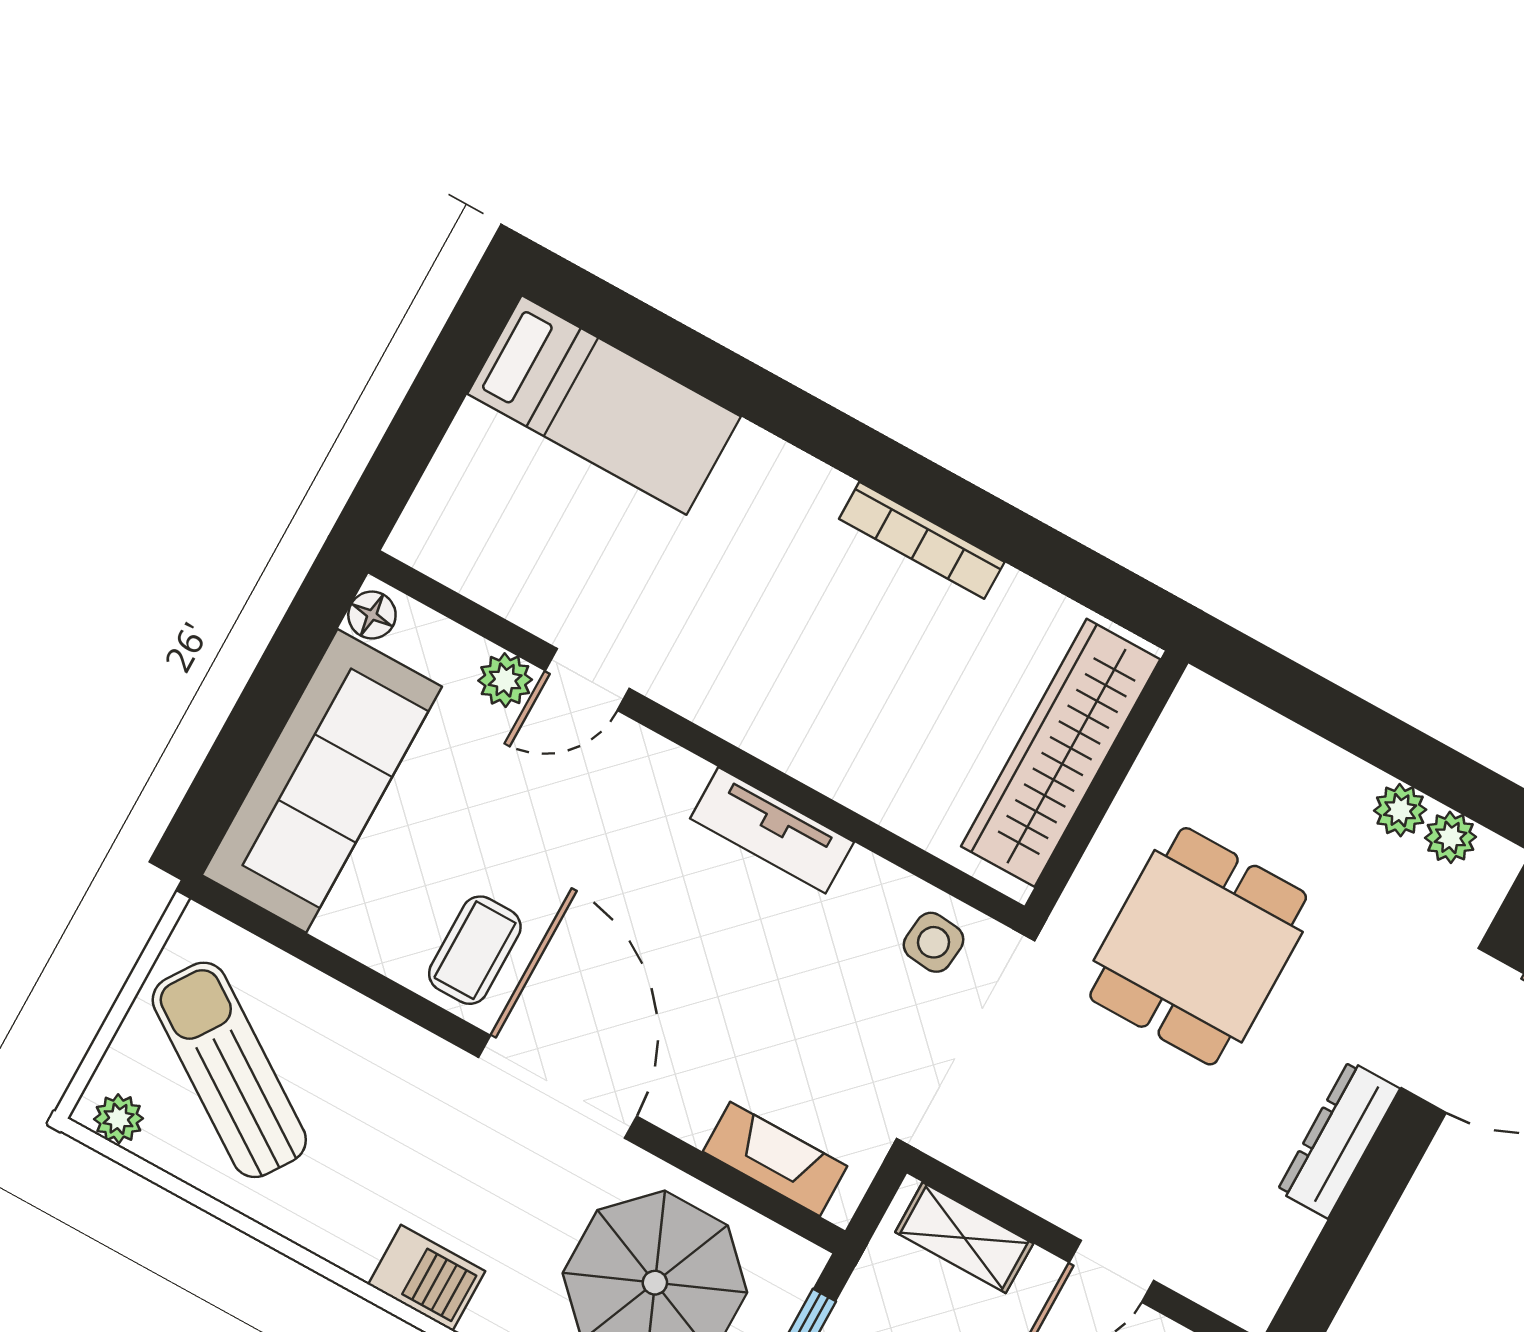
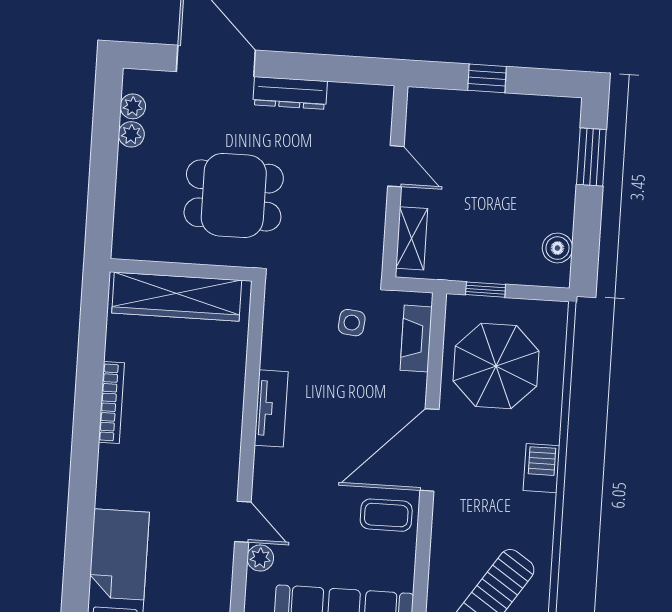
side table: (934, 942) -> (352, 323), moved

